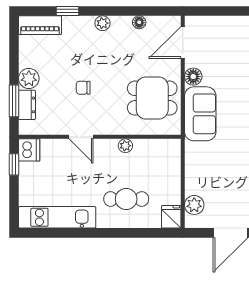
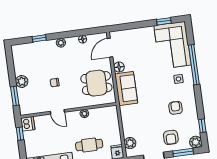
piano: (40, 25) -> (24, 49), removed
dresser: (27, 105) -> (23, 97), removed

